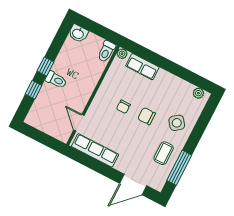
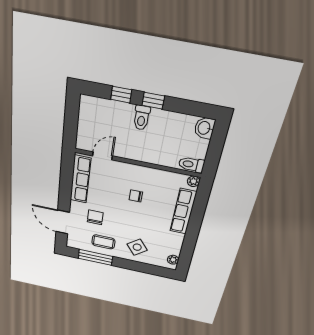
row of seats: (142, 67) -> (183, 212), width x1.48
chair: (147, 116) -> (95, 217), moved

